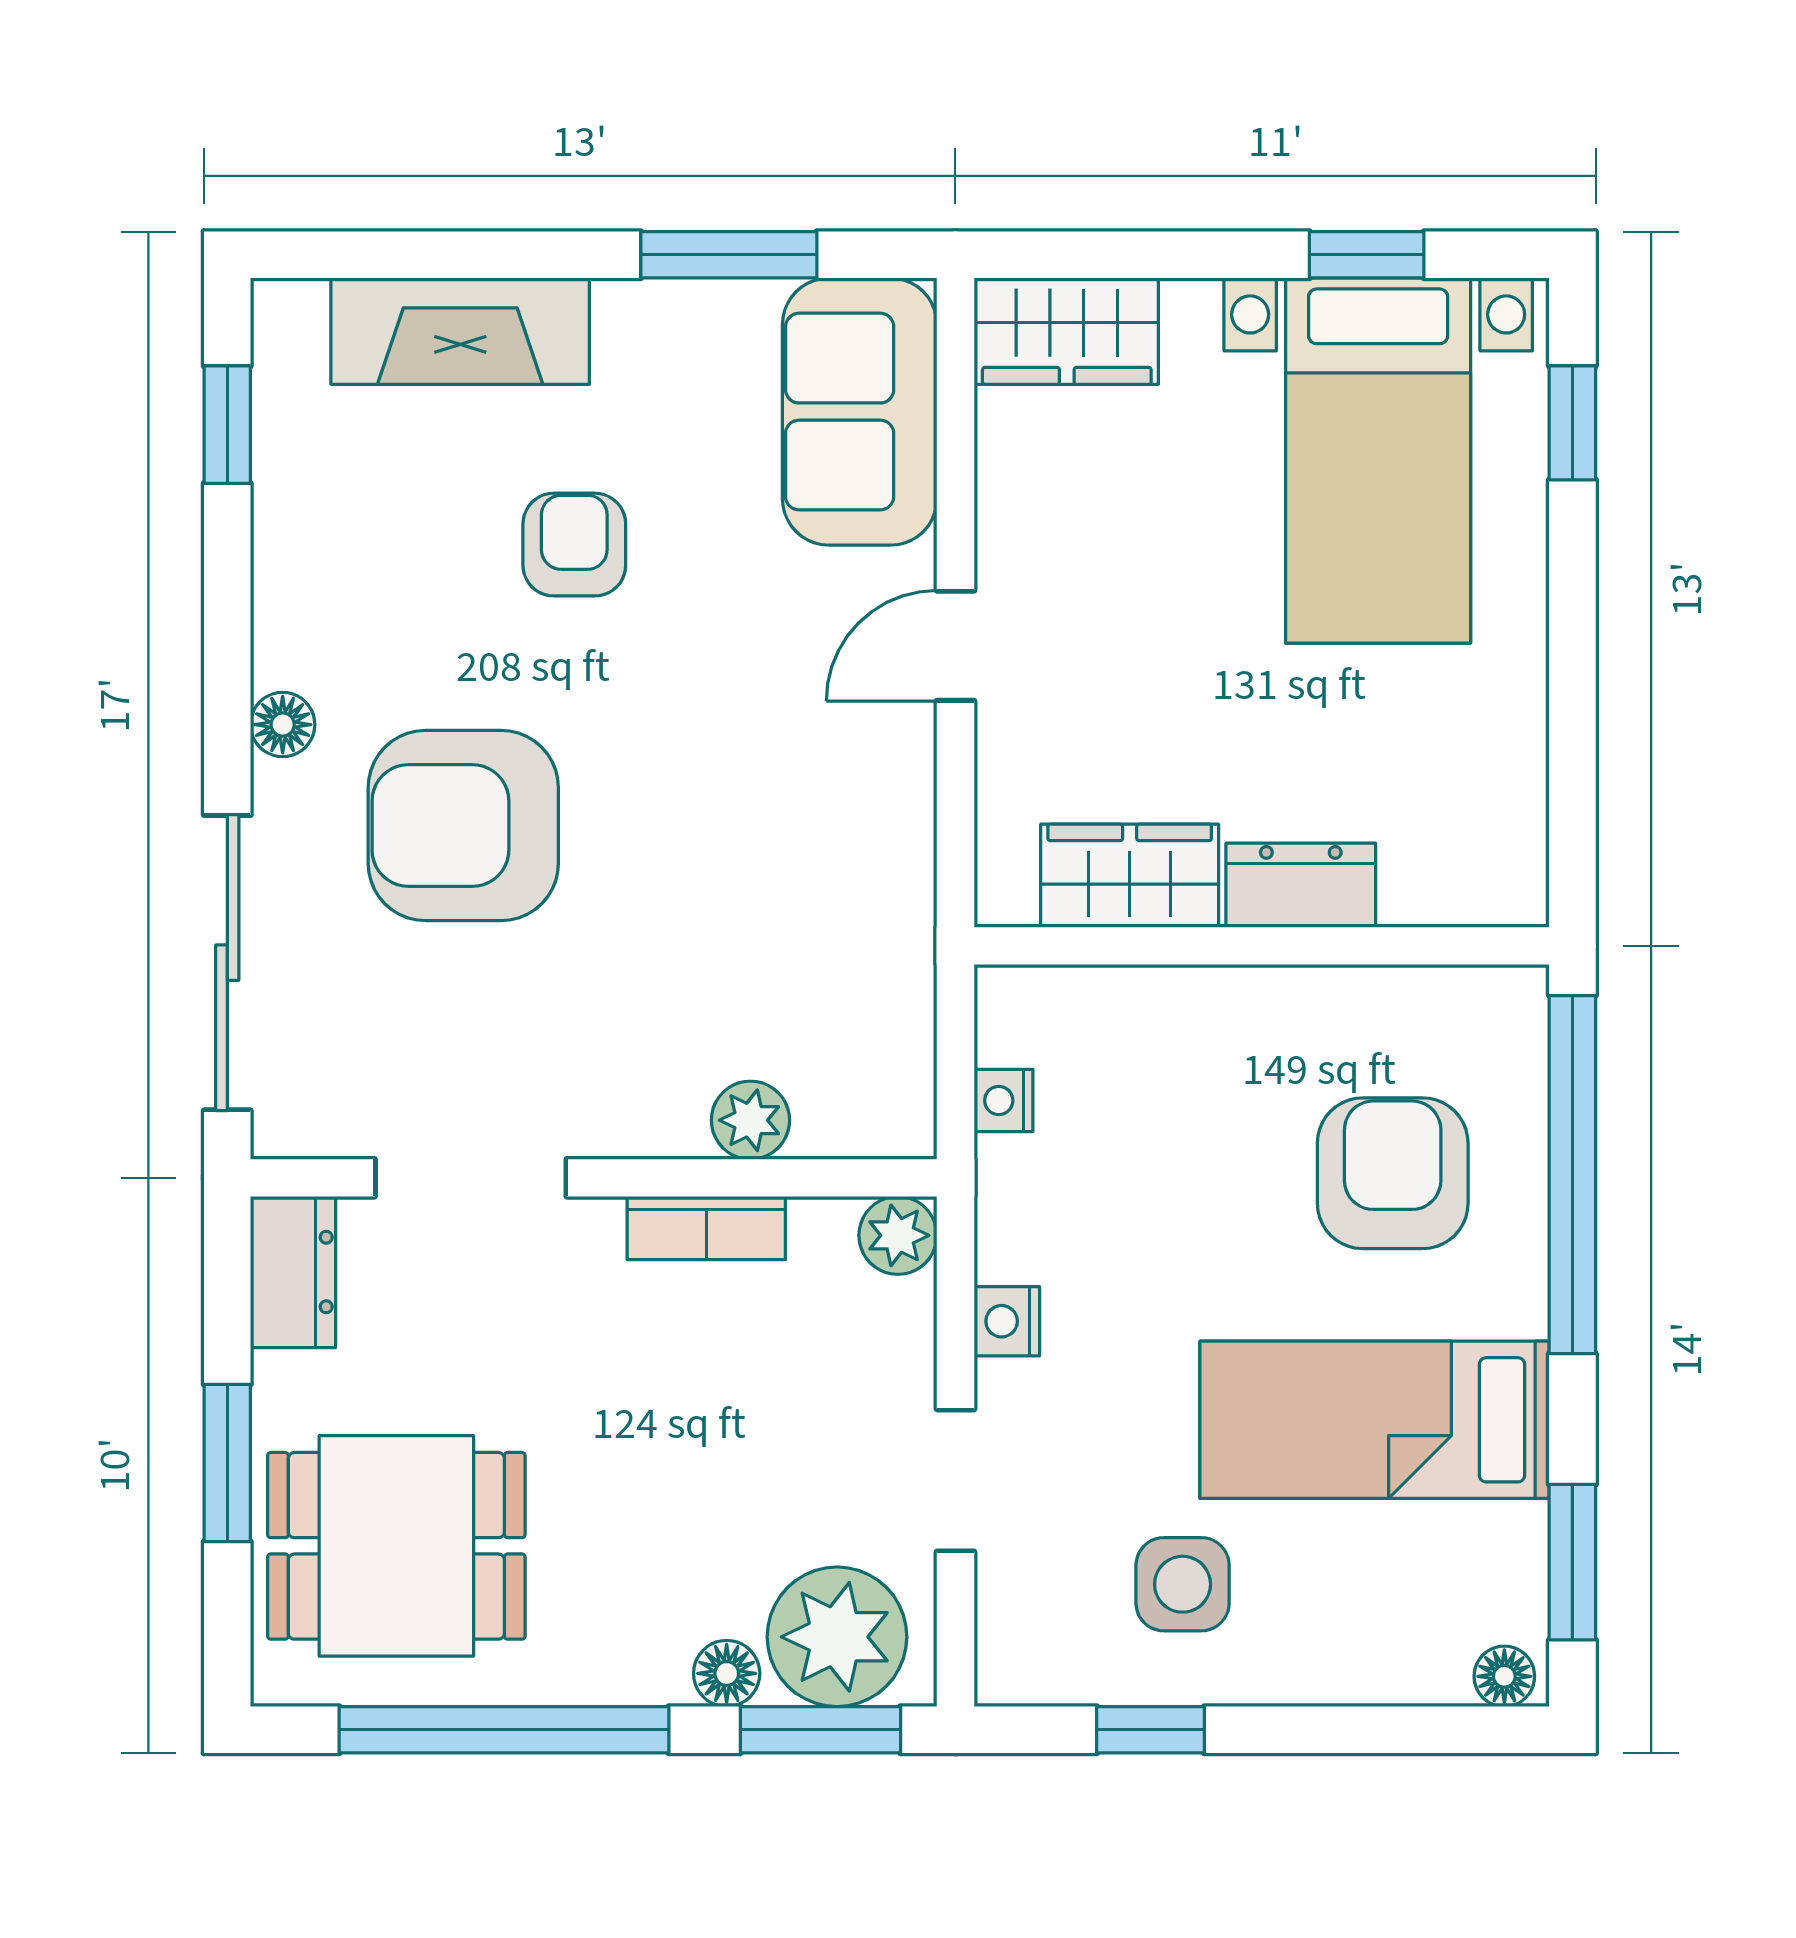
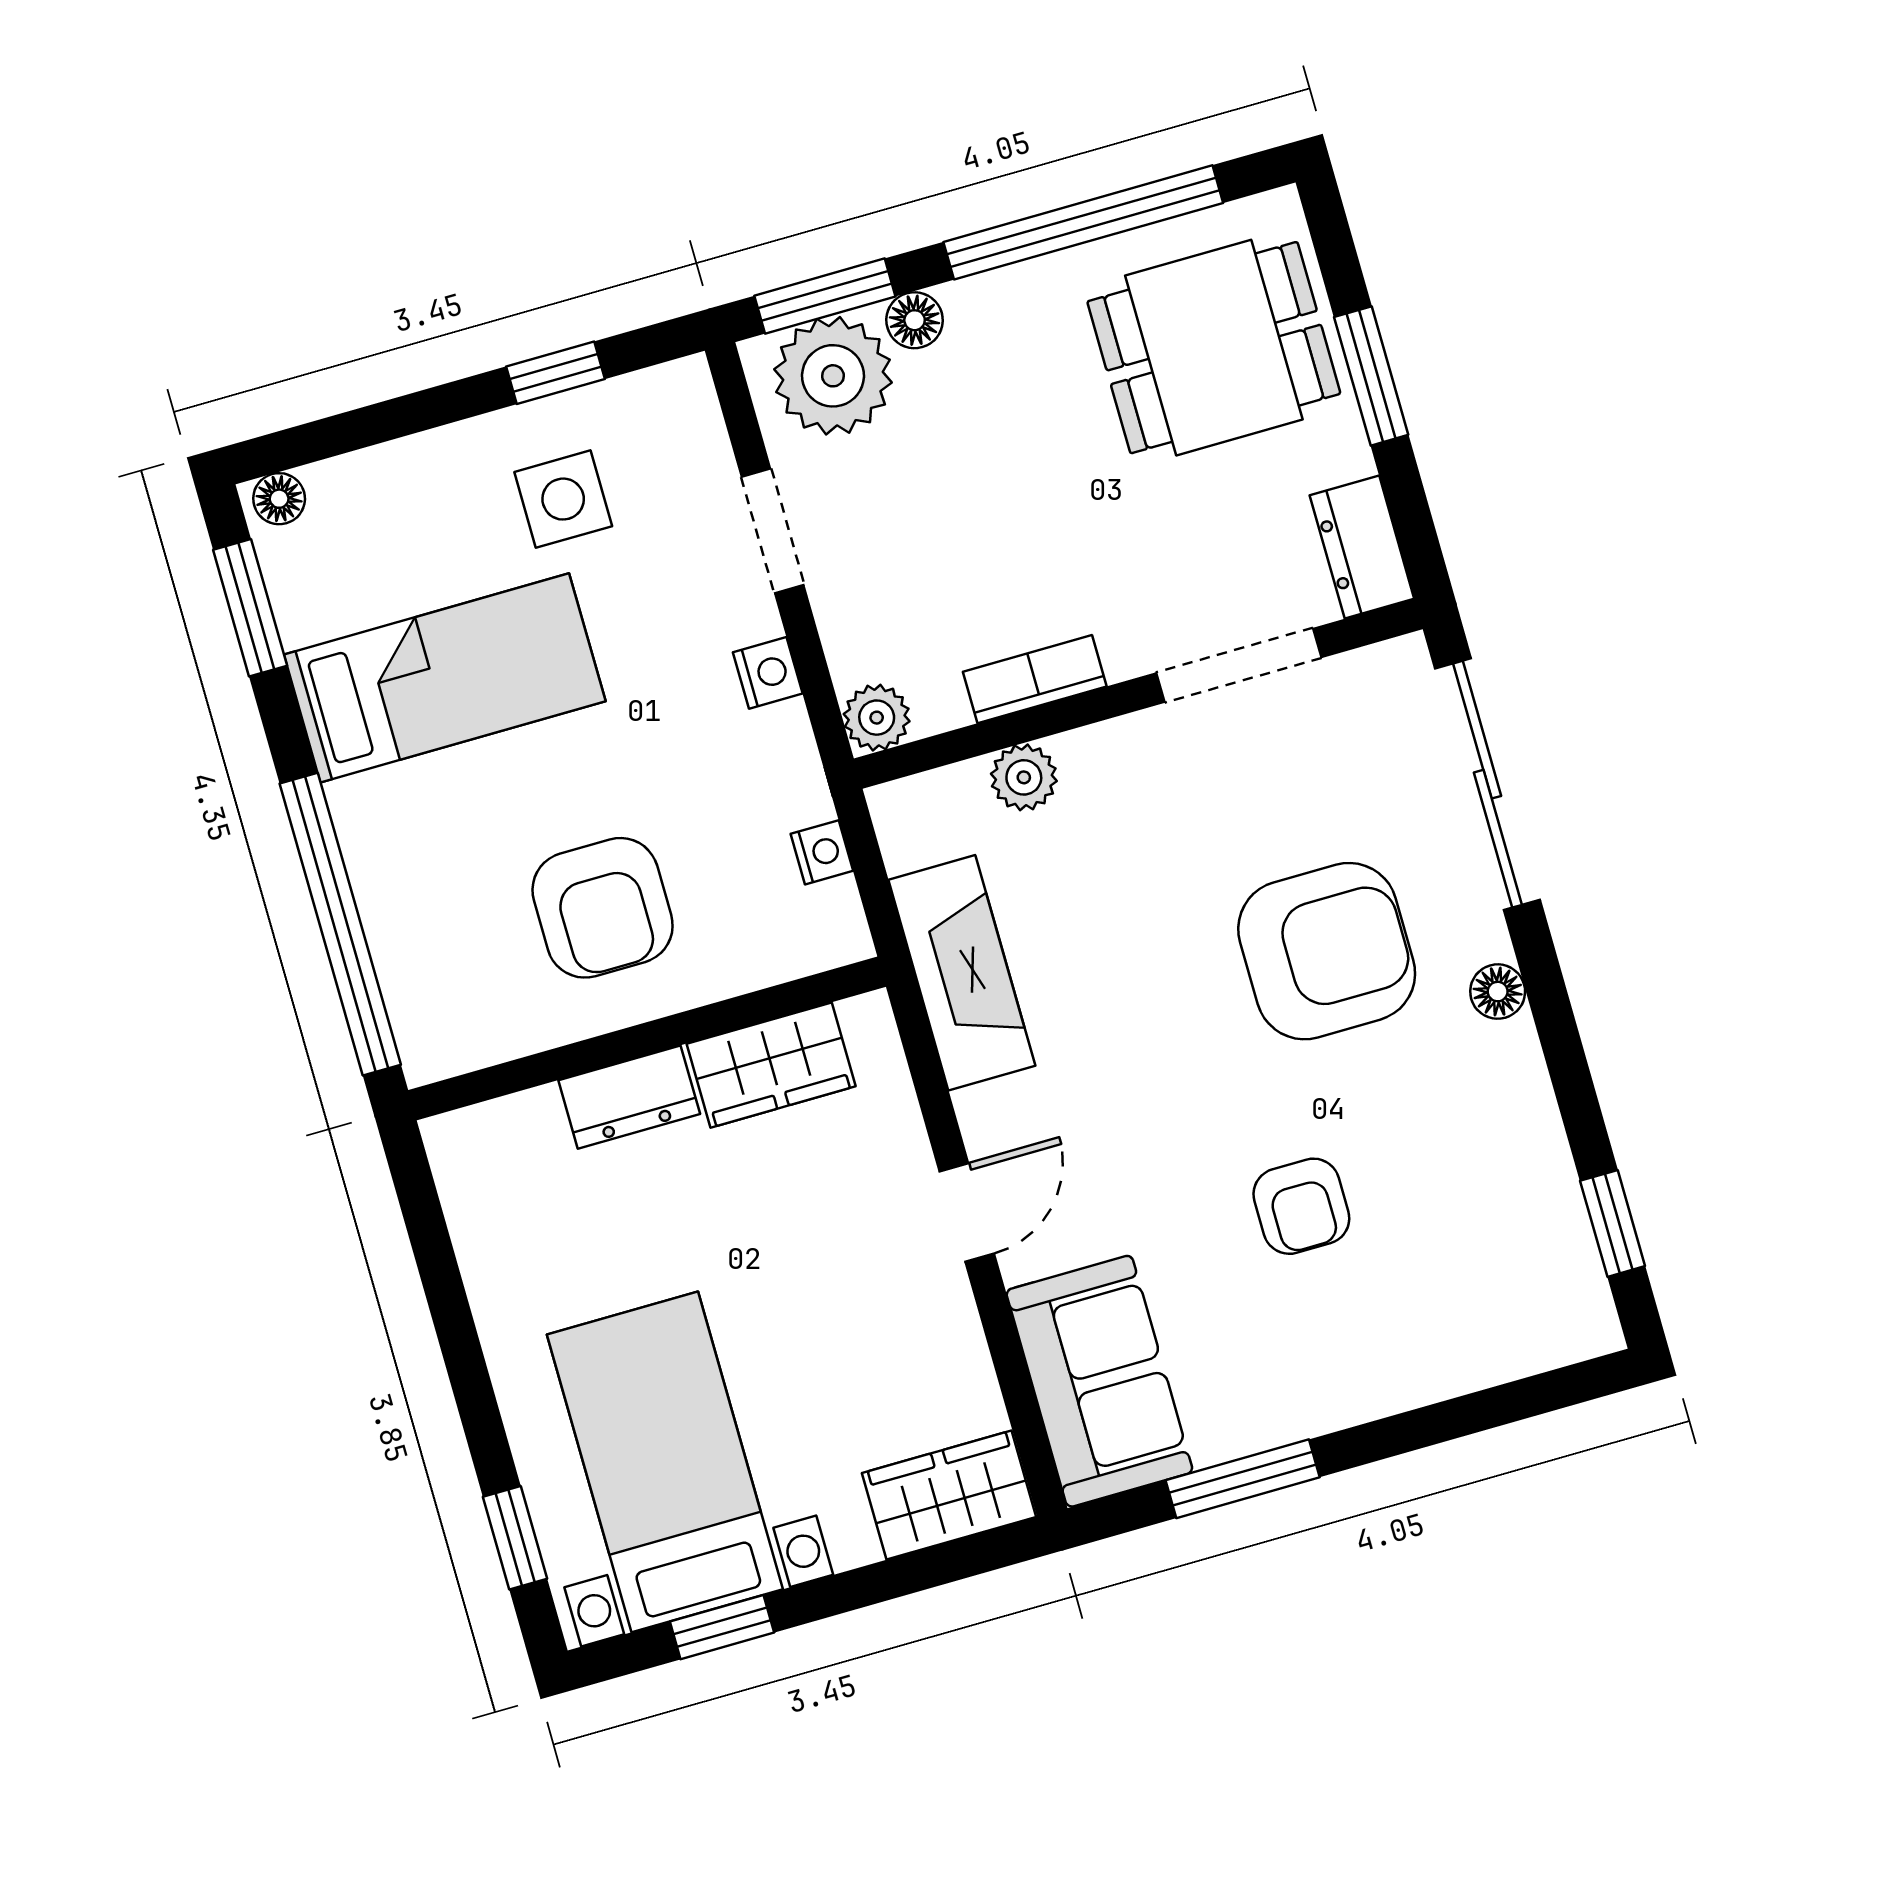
fireplace: (460, 331) -> (962, 973), moved, turned 90
armchair: (1393, 1173) -> (603, 908), moved

